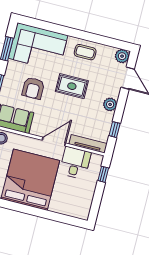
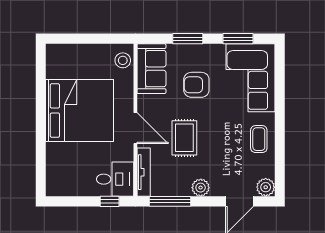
rug: (72, 86) -> (184, 138), moved
window: (115, 130) -> (170, 201), width x2.17
desk: (75, 163) -> (115, 179), moved

